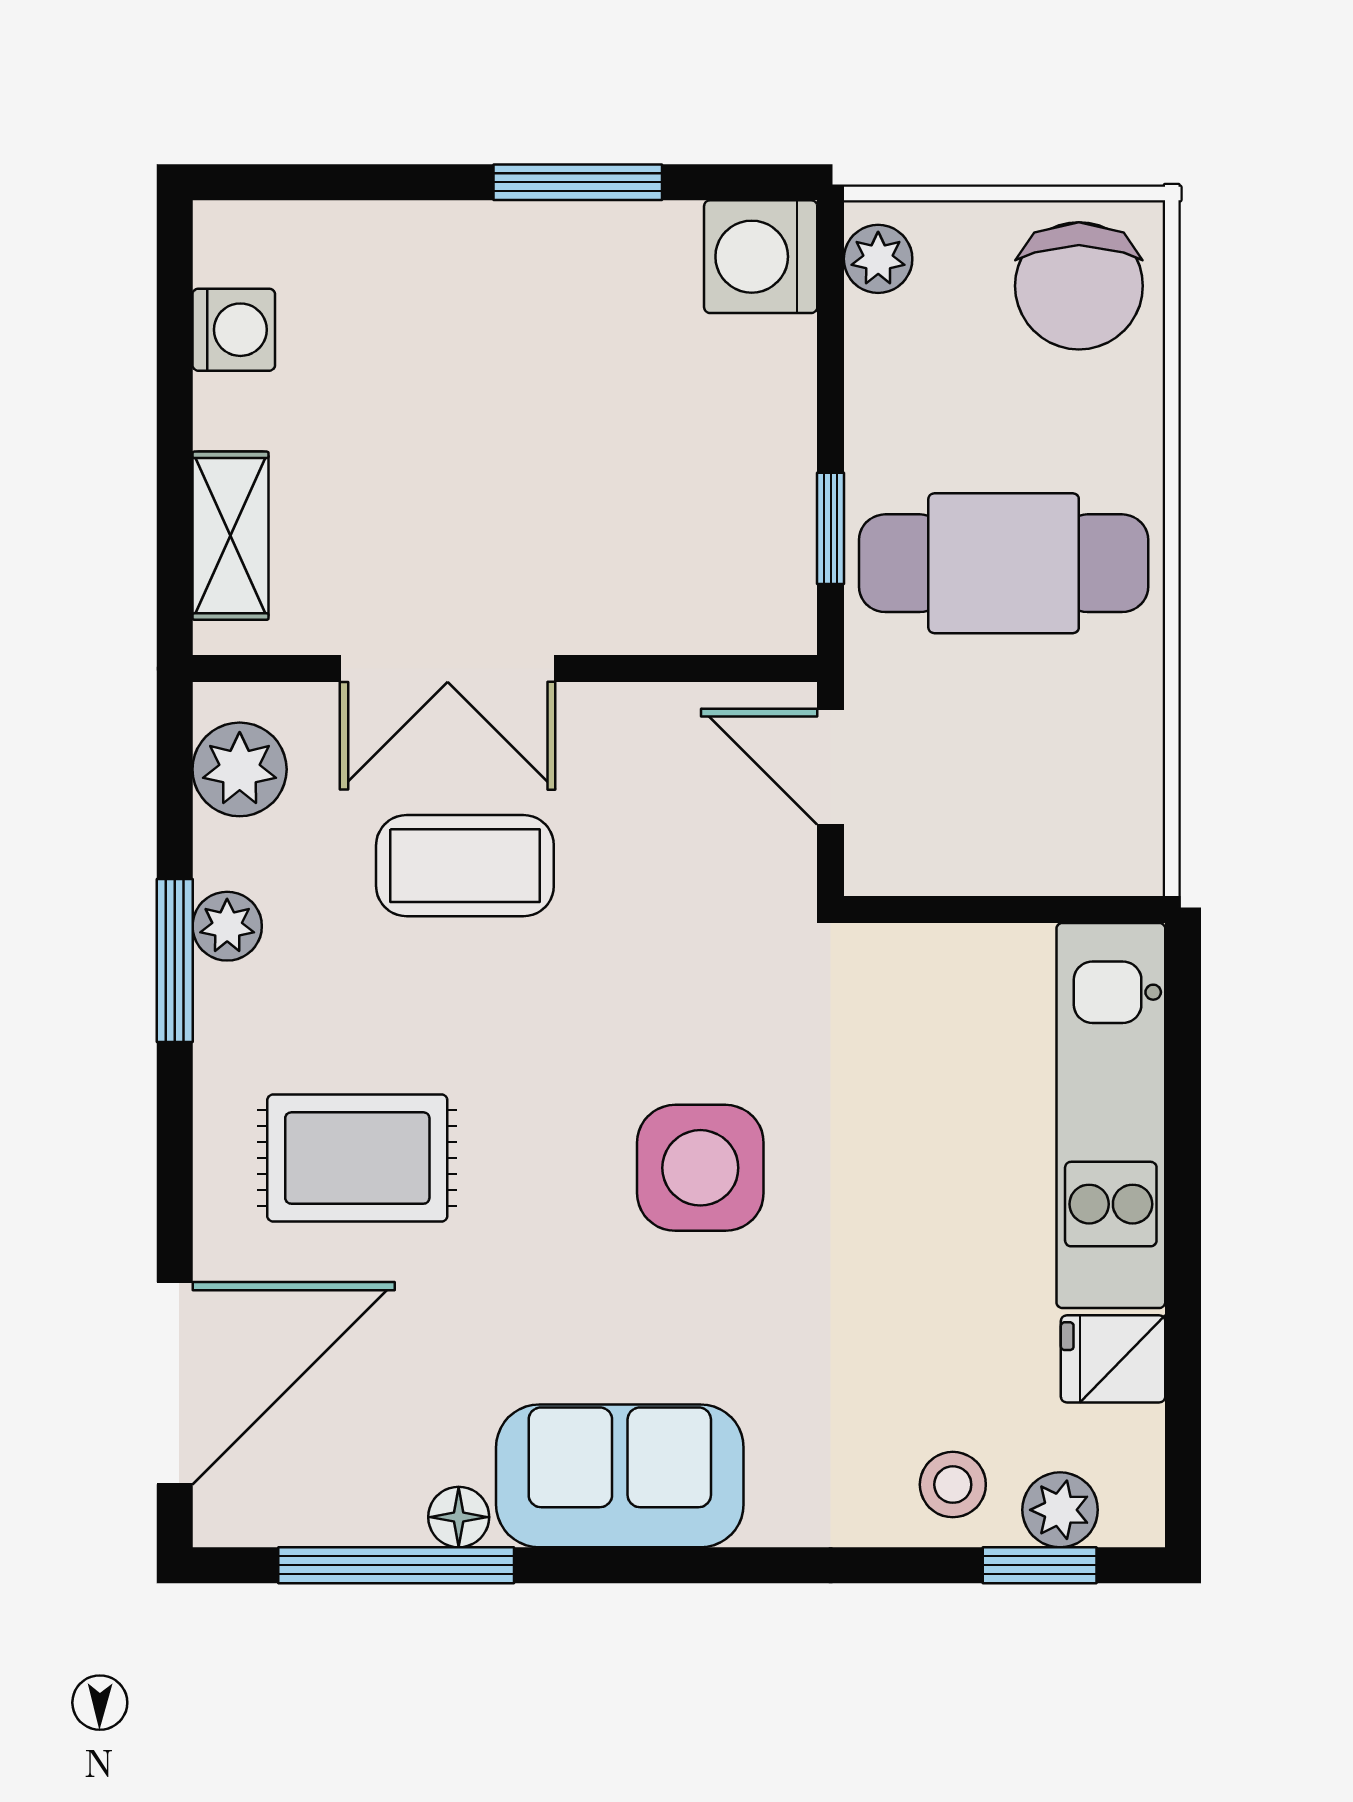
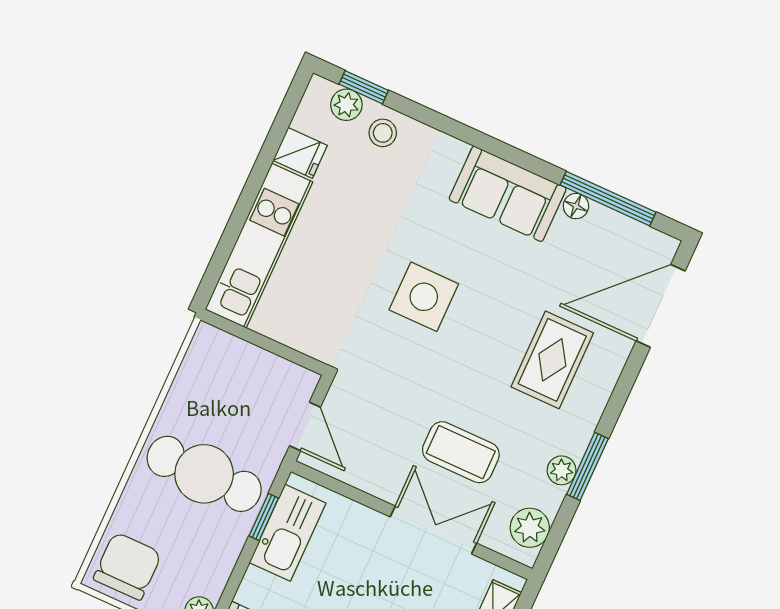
kitchen sink: (763, 518) -> (288, 533), added
rug: (357, 1158) -> (552, 360), turned 90

